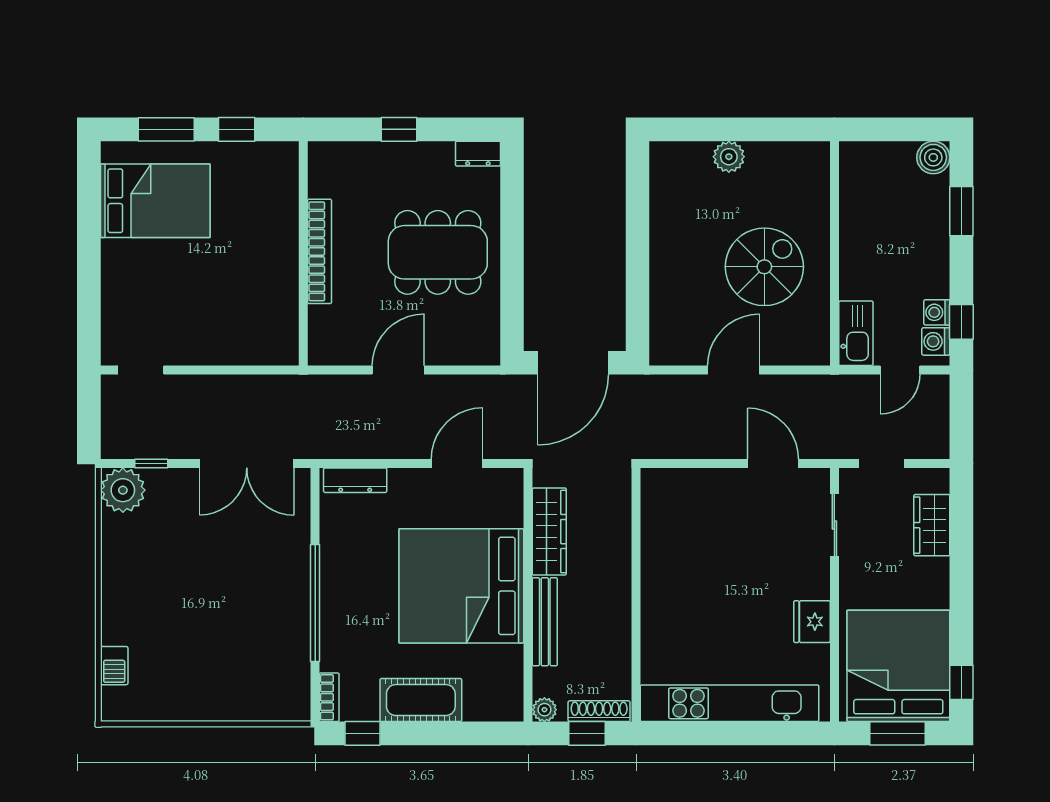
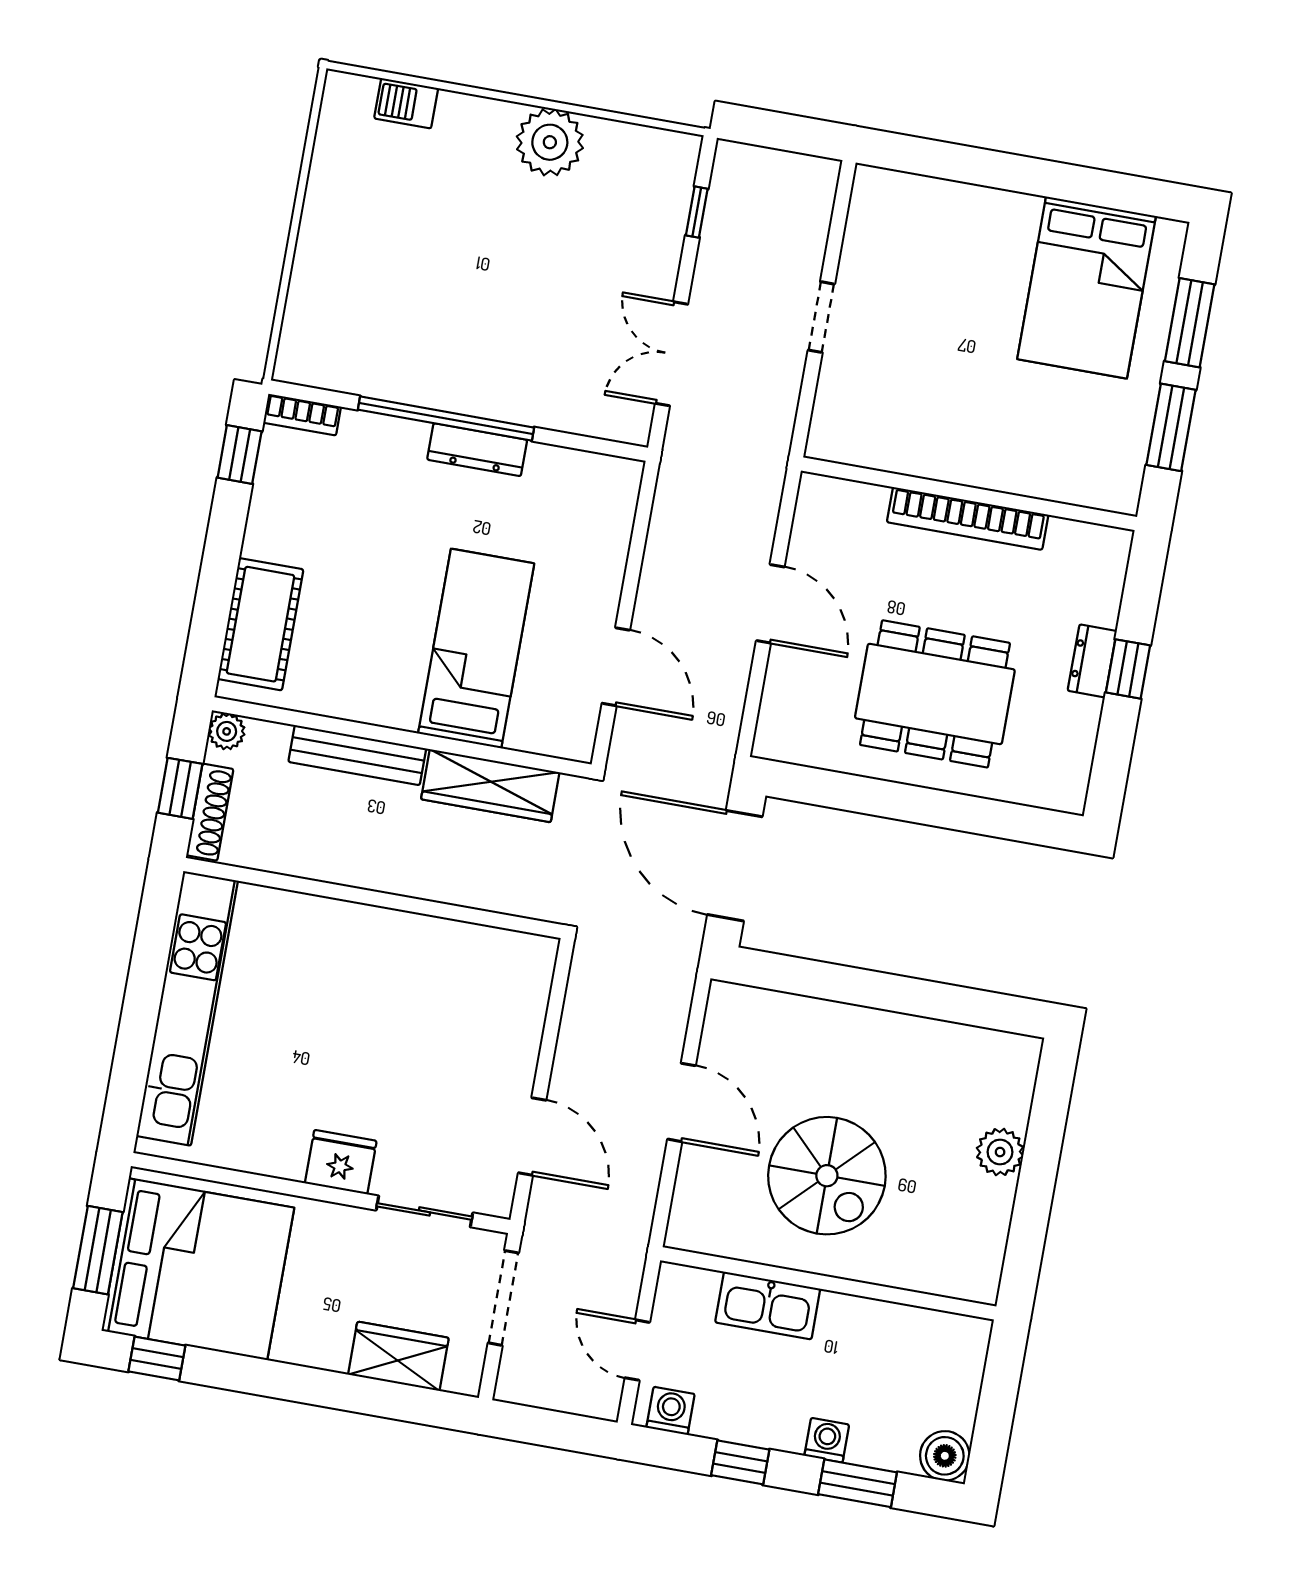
window: (237, 129) -> (1171, 427), width x1.50
dresser: (478, 154) -> (1092, 661), moved
dining table: (438, 252) -> (935, 694), turned 90
washing machine: (937, 312) -> (827, 1440), moved
window: (961, 322) -> (740, 1462), moved
kitchen sink: (856, 333) -> (768, 1306), moved
doorway: (141, 370) -> (821, 317), moved
double door: (247, 463) -> (672, 354), width x0.73
door: (773, 463) -> (532, 1136), hinge flipped
doorway: (882, 463) -> (503, 1298), width x1.38
dresser: (355, 480) -> (477, 450), moved, turned -90
plant: (123, 490) -> (550, 142), moved
bed: (461, 586) -> (476, 648), width x0.49
fridge: (812, 622) -> (341, 1162), moved
cot: (421, 700) -> (260, 624), moved

